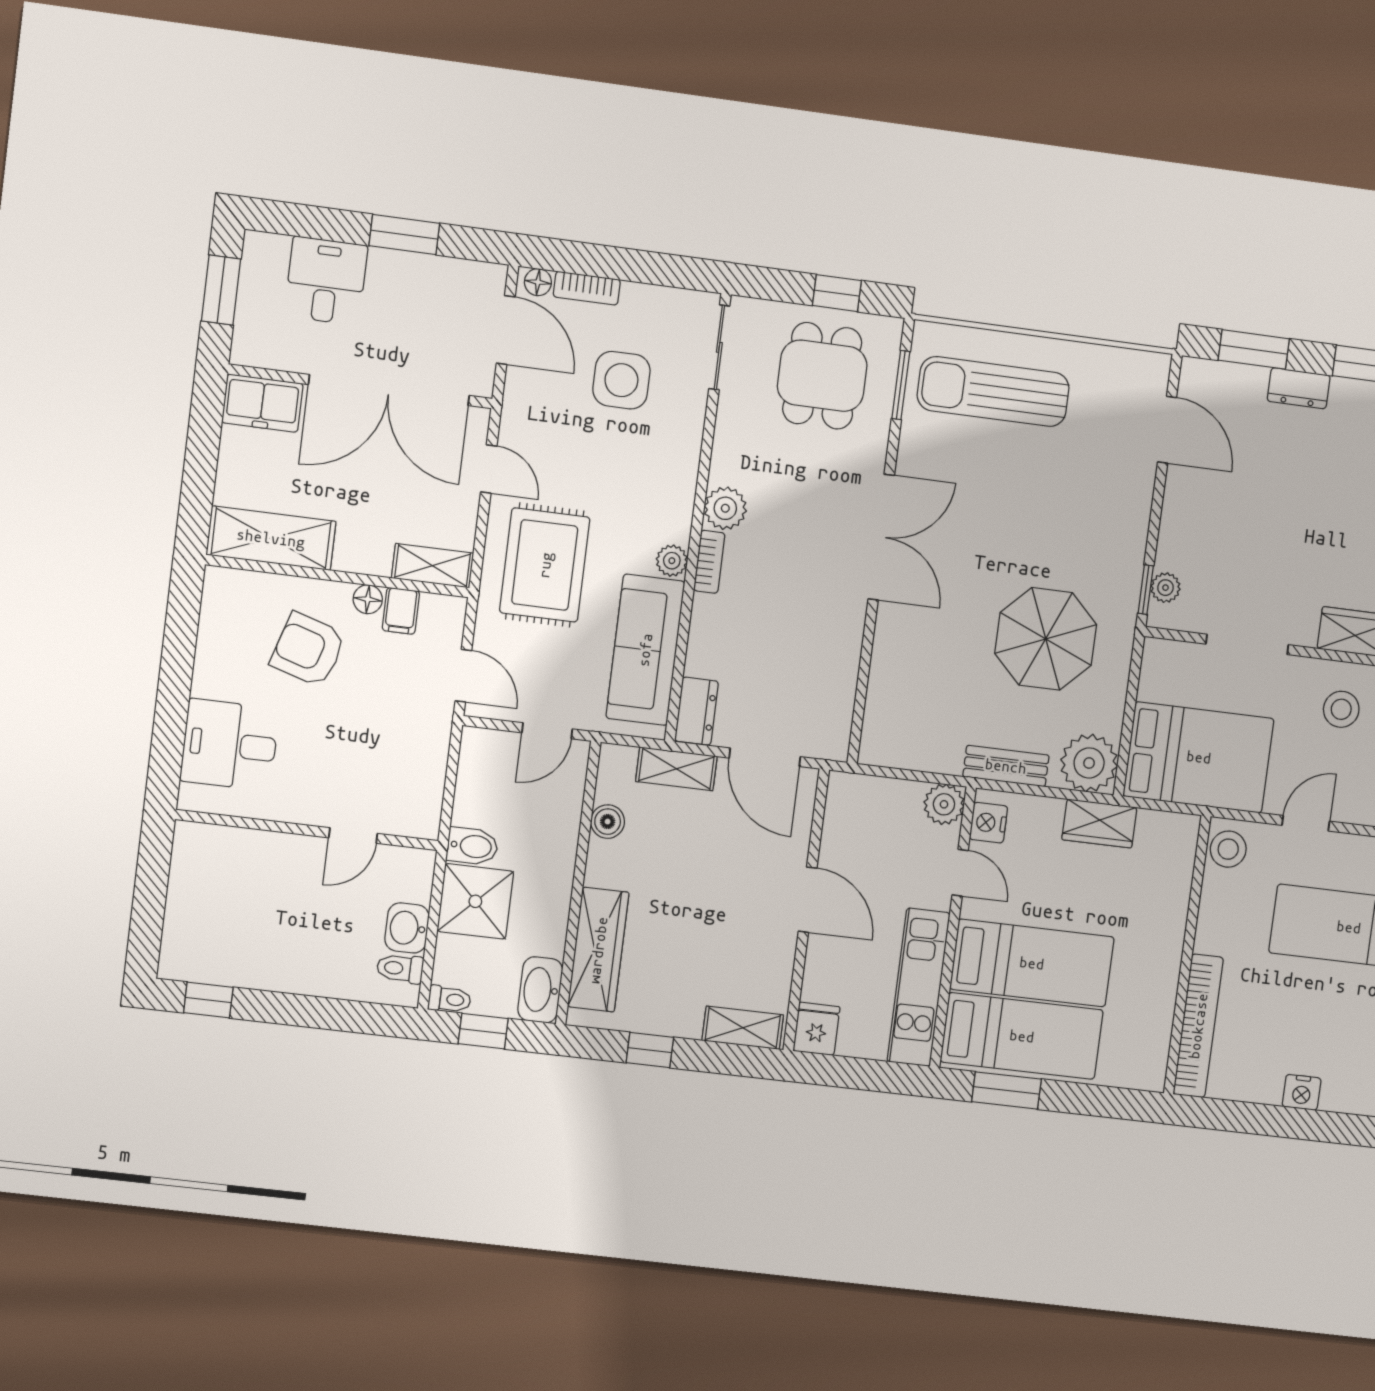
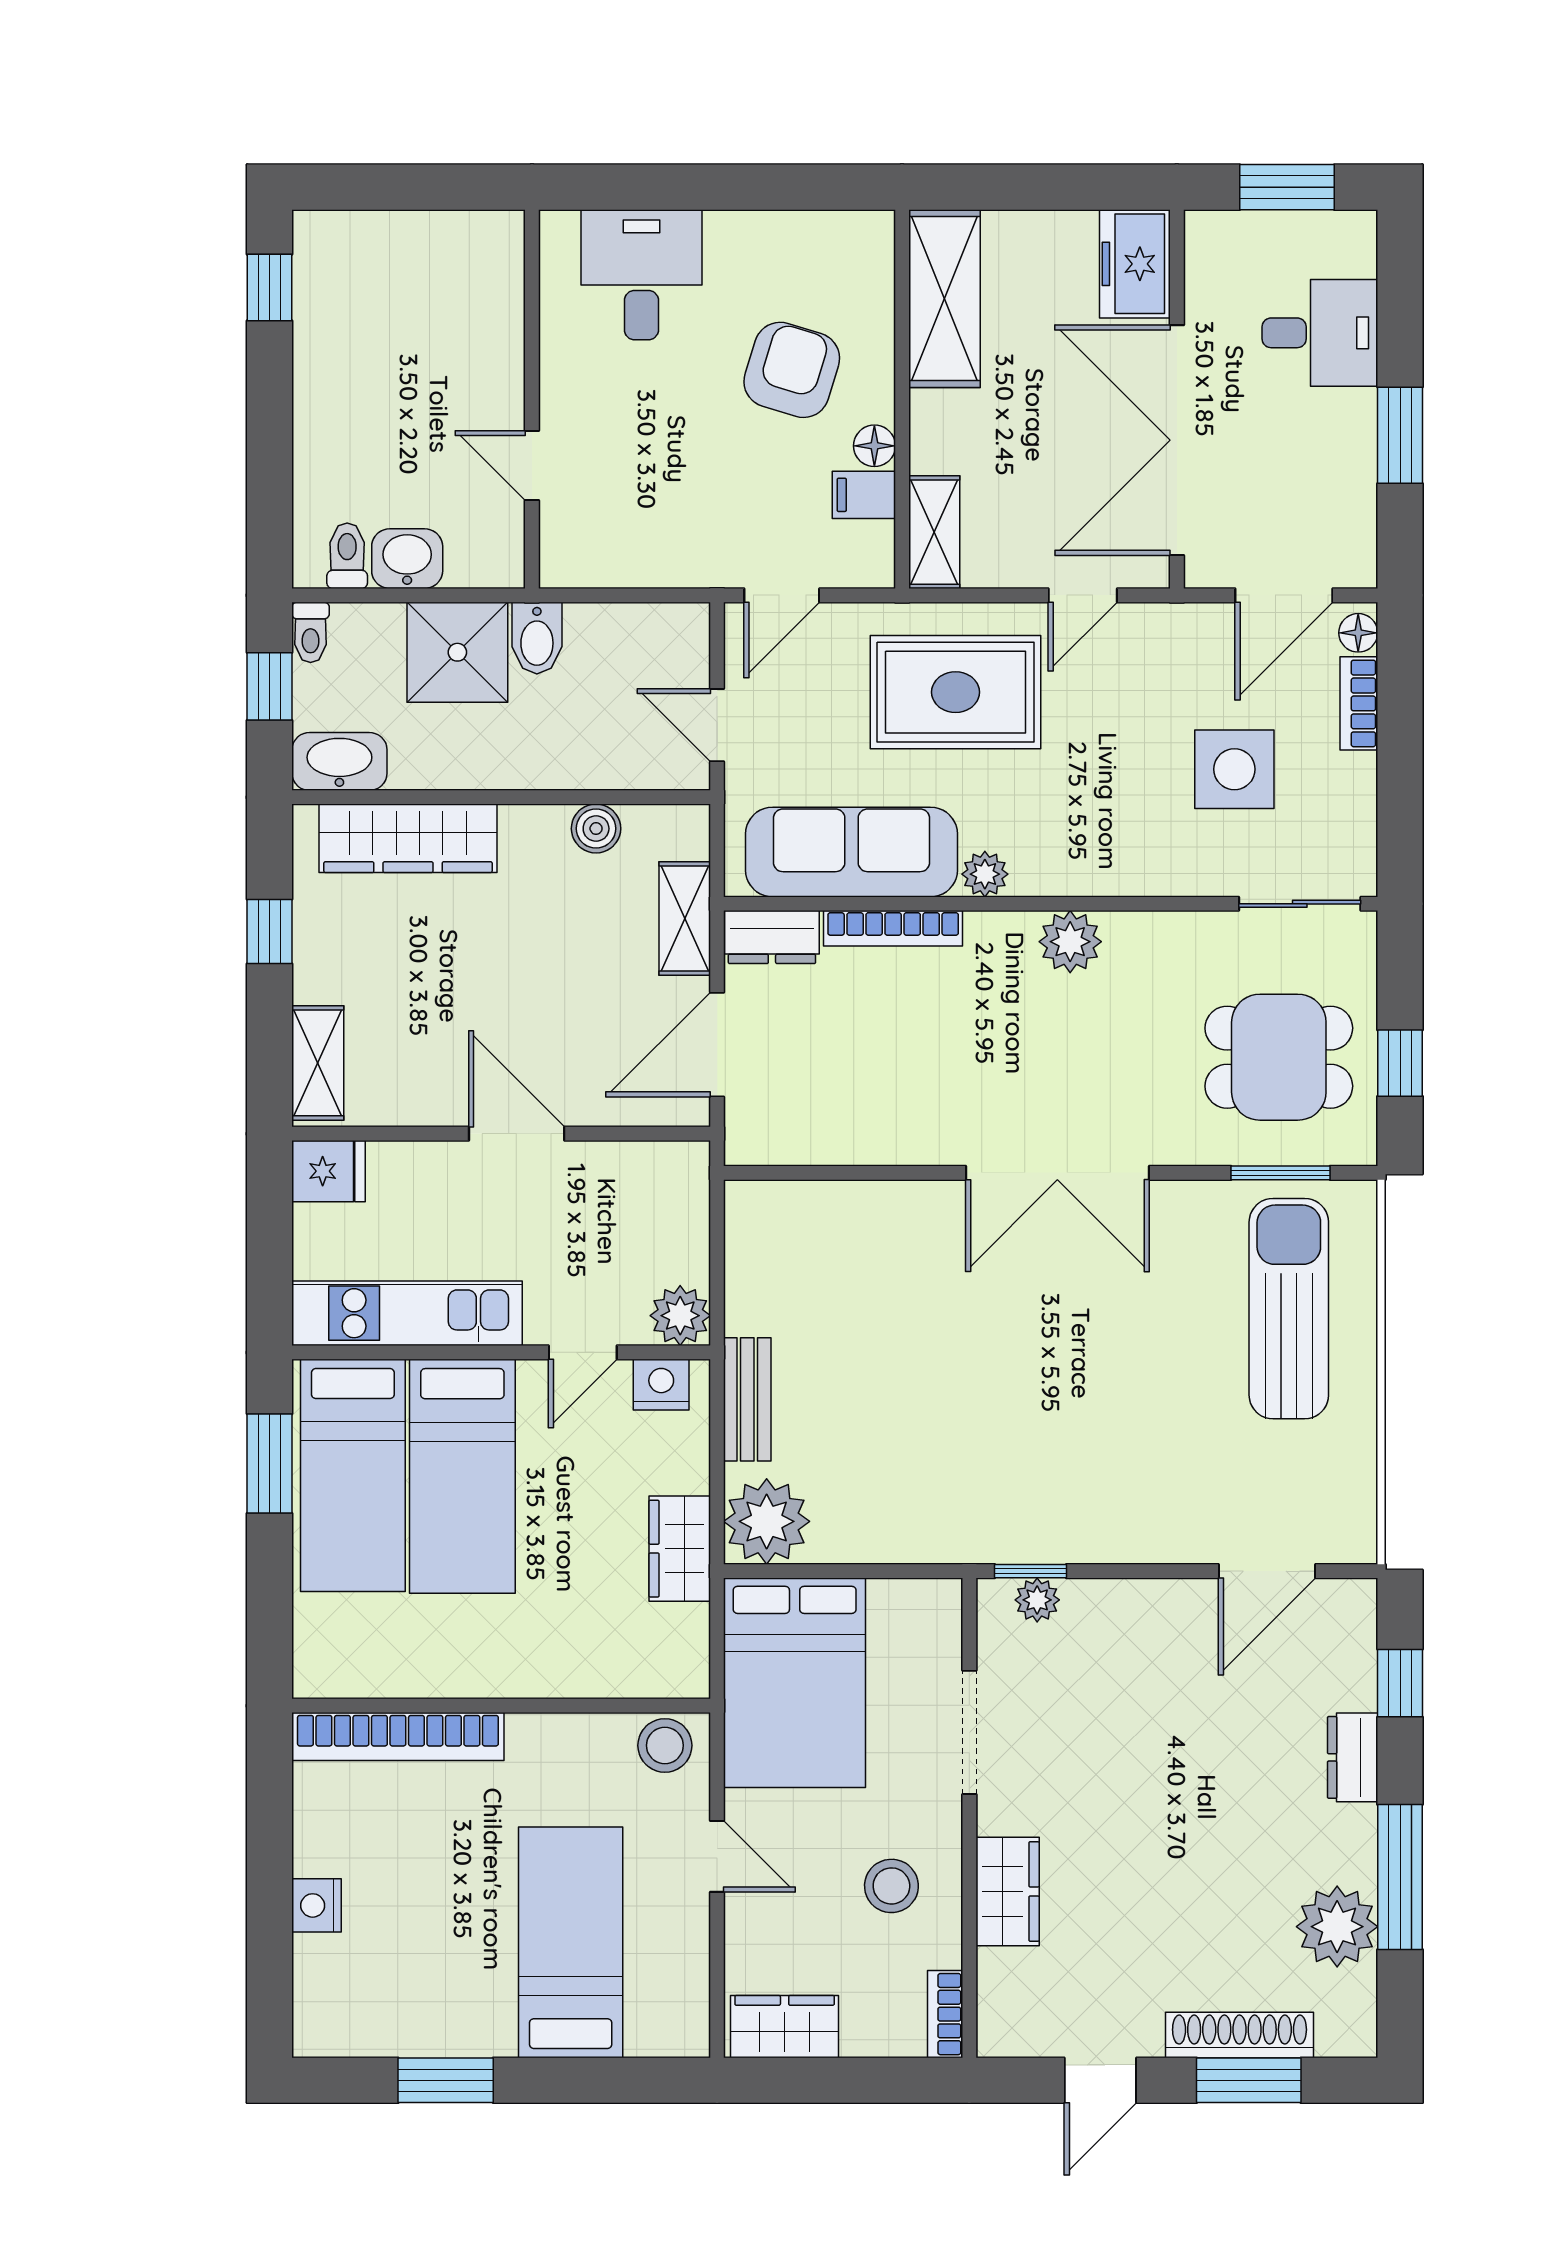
window: (1254, 349) -> (1400, 1683), width x0.67
bookcase: (709, 562) -> (893, 928), moved, width x1.56
parasol: (1046, 639) -> (940, 1433), removed
door: (808, 900) -> (517, 1134), swing flipped

